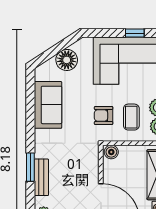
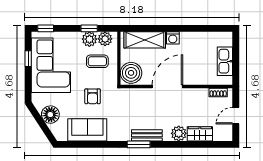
armchair: (104, 116) -> (93, 96), moved
boiler: (111, 152) -> (131, 73), width x1.86, depth x1.86

